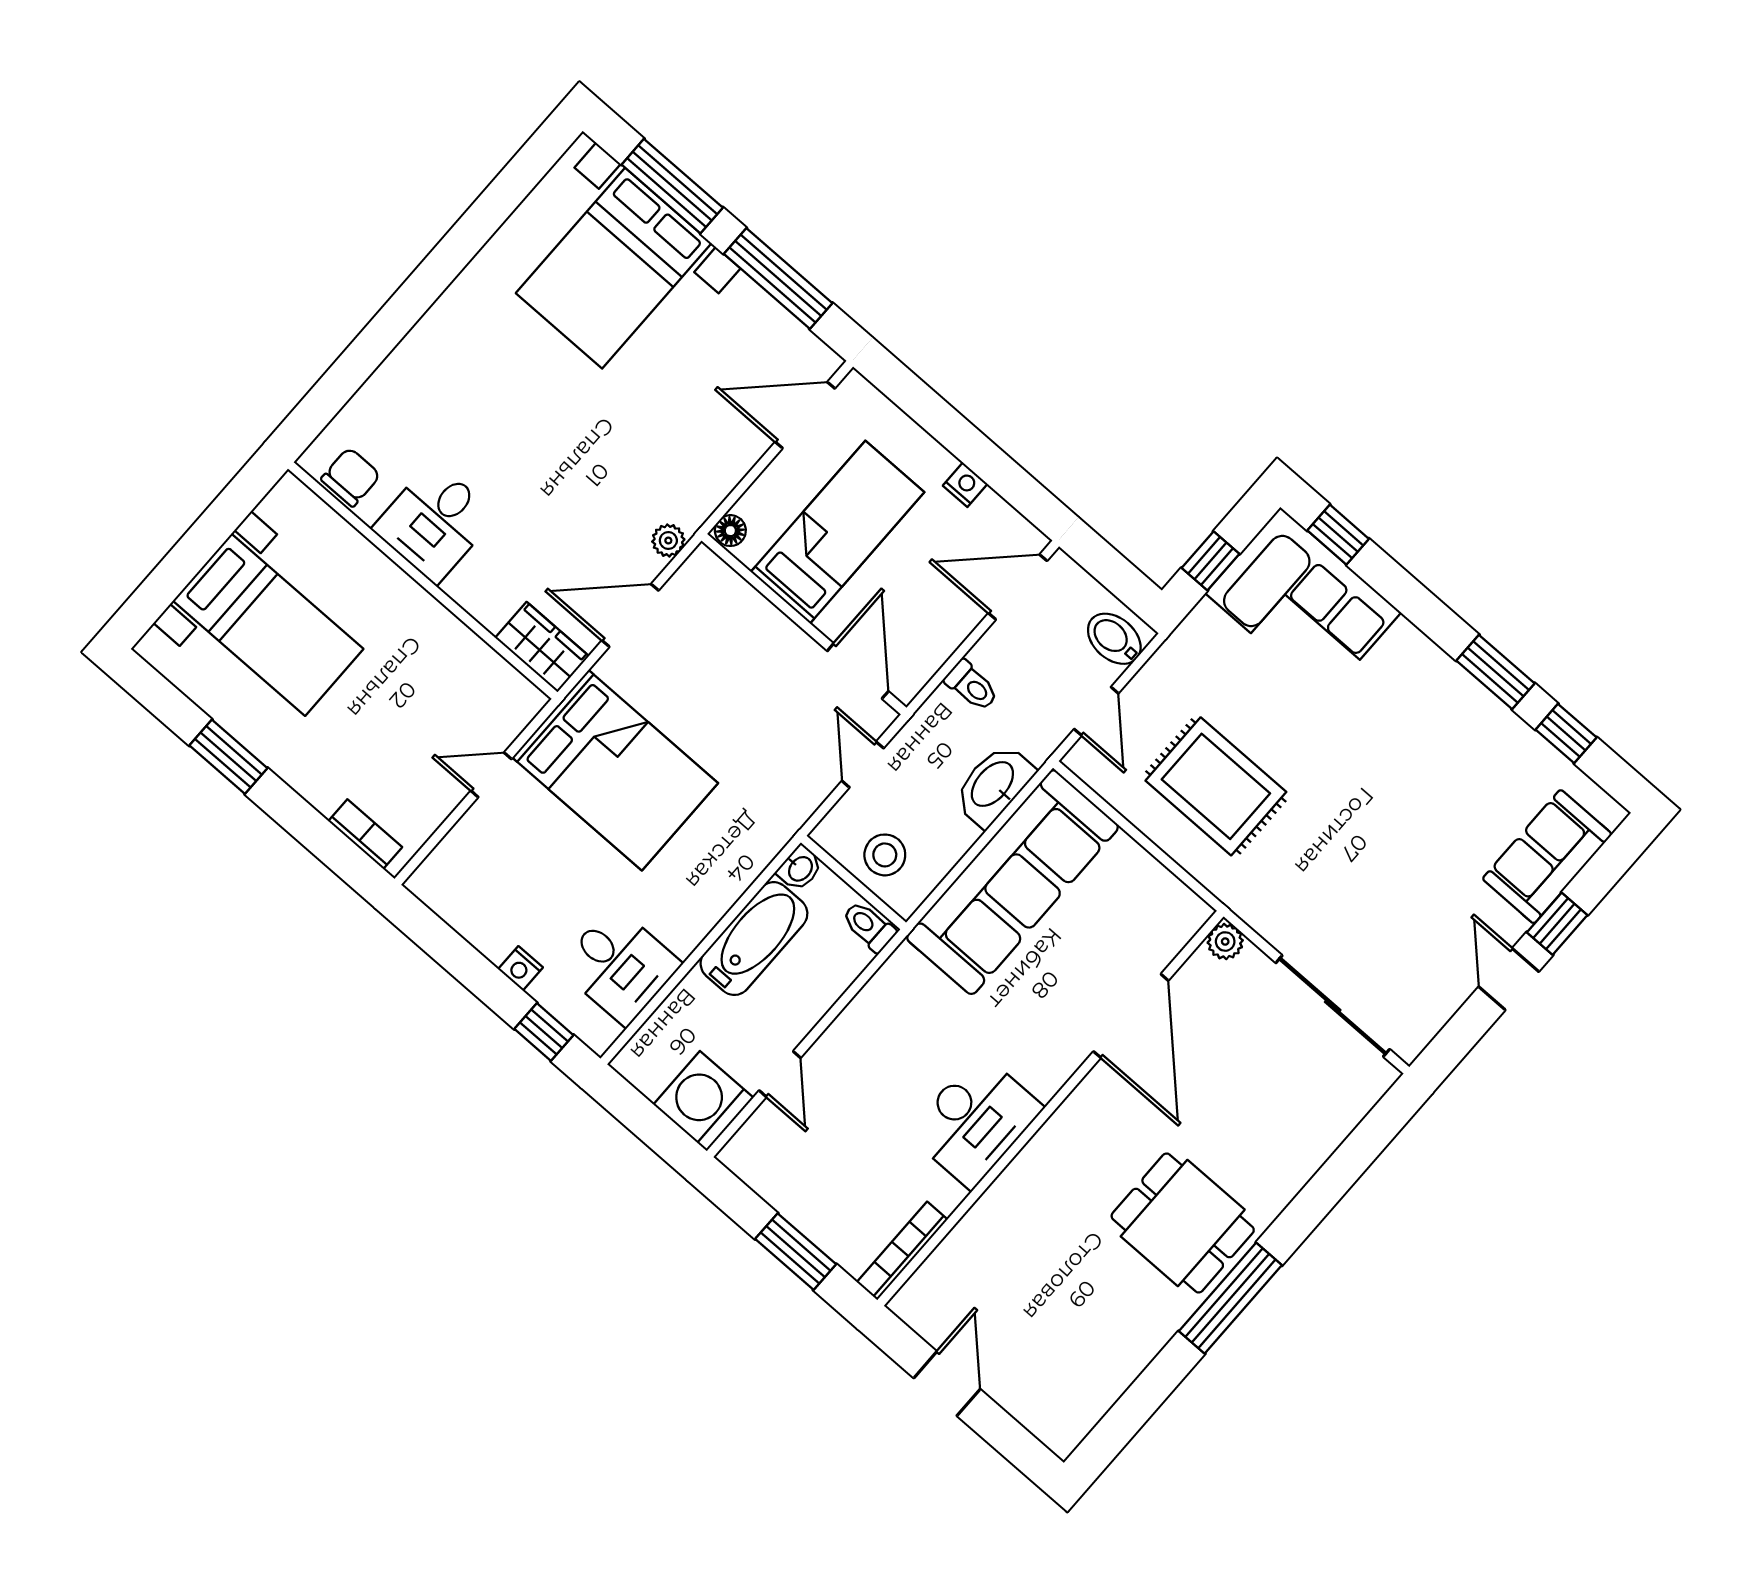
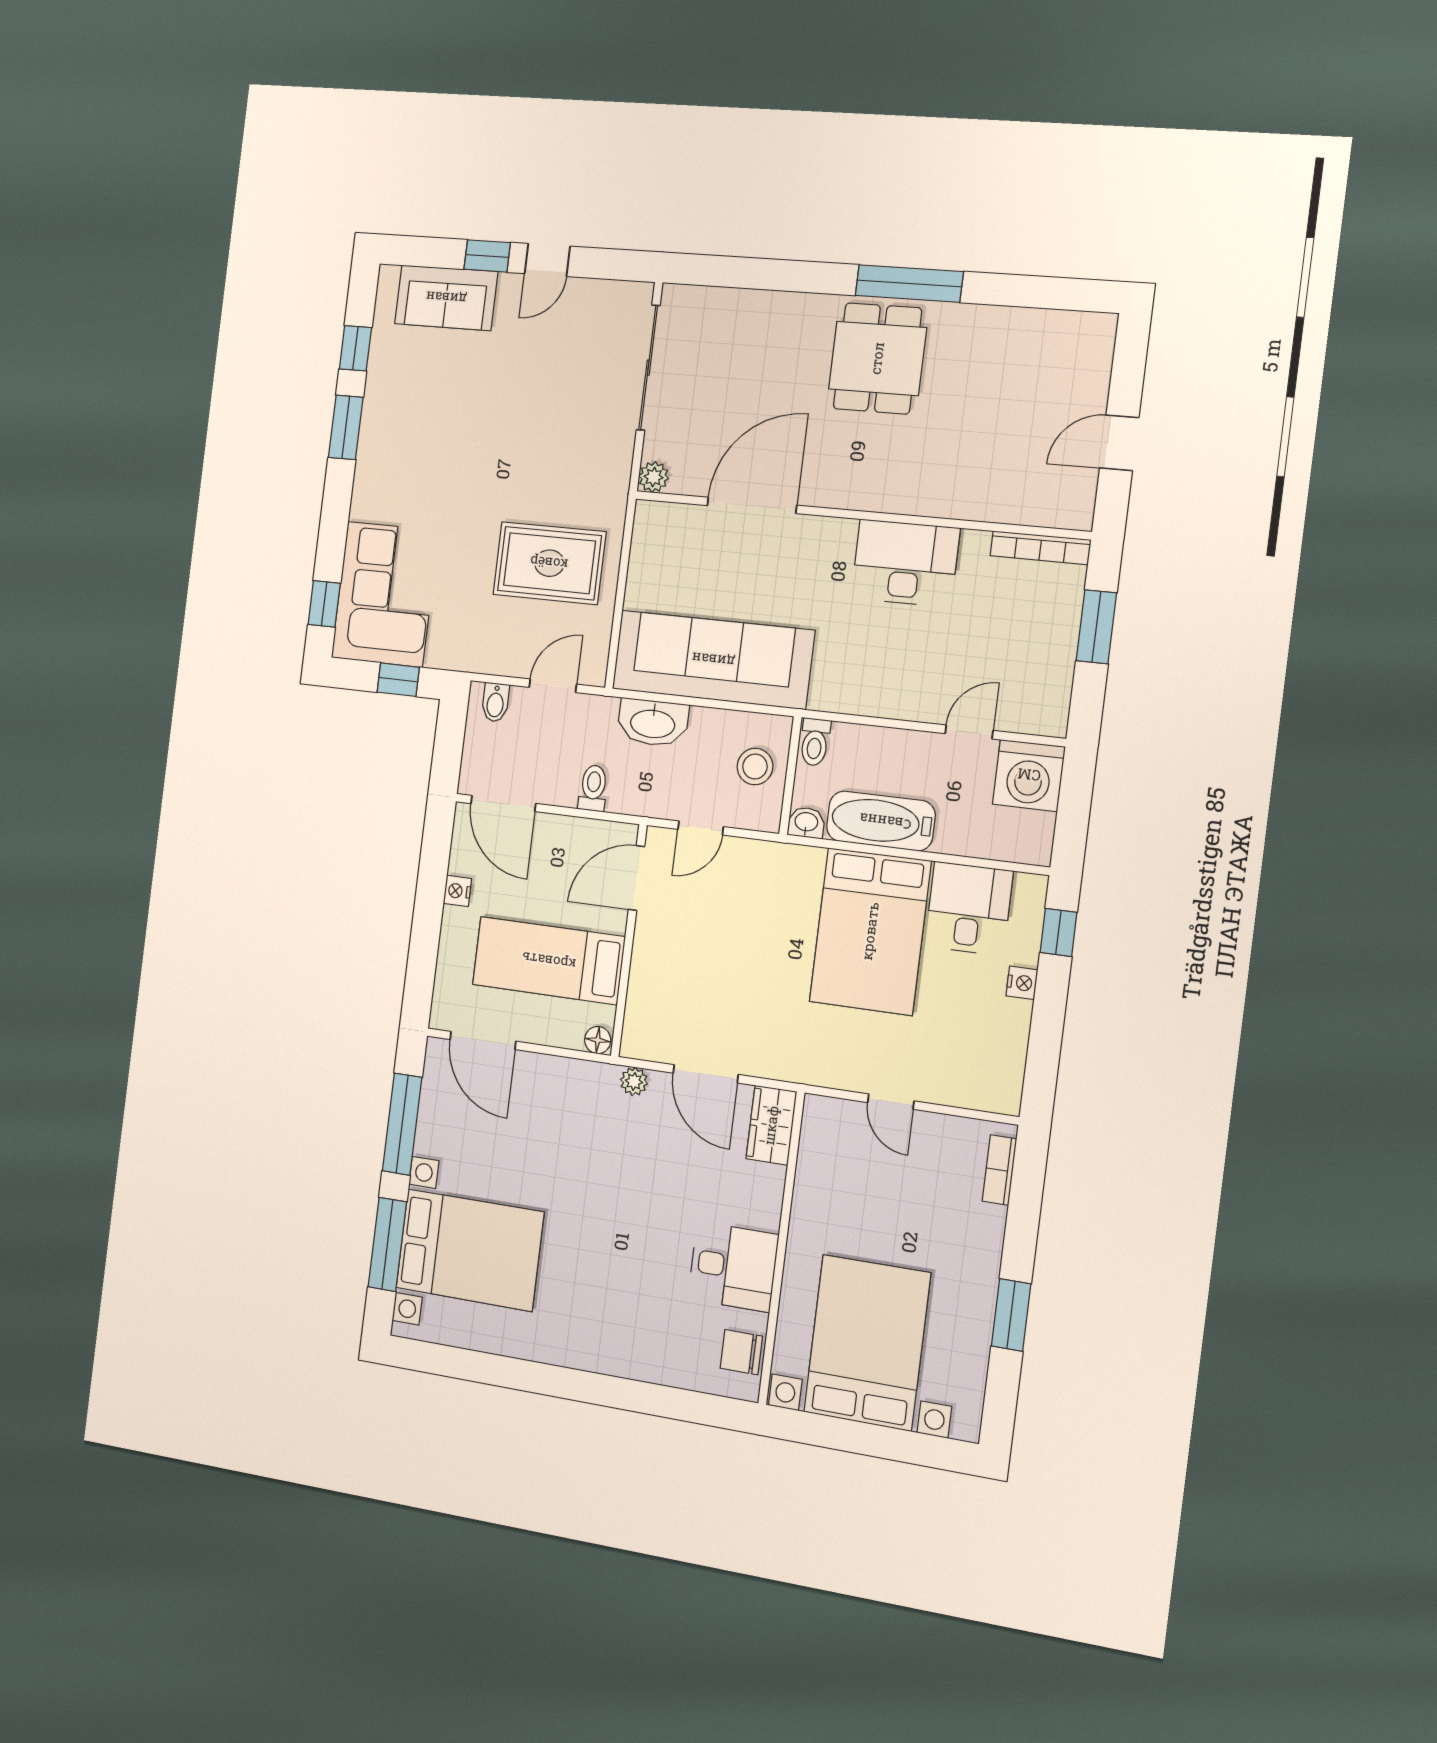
bed with nightstands: (268, 625) -> (867, 1343), width x1.36
bidet: (1114, 639) -> (495, 702), width x0.72, depth x0.74
bed: (615, 770) -> (870, 931), moved, turned 180
rug: (1216, 786) -> (549, 563), turned 90

